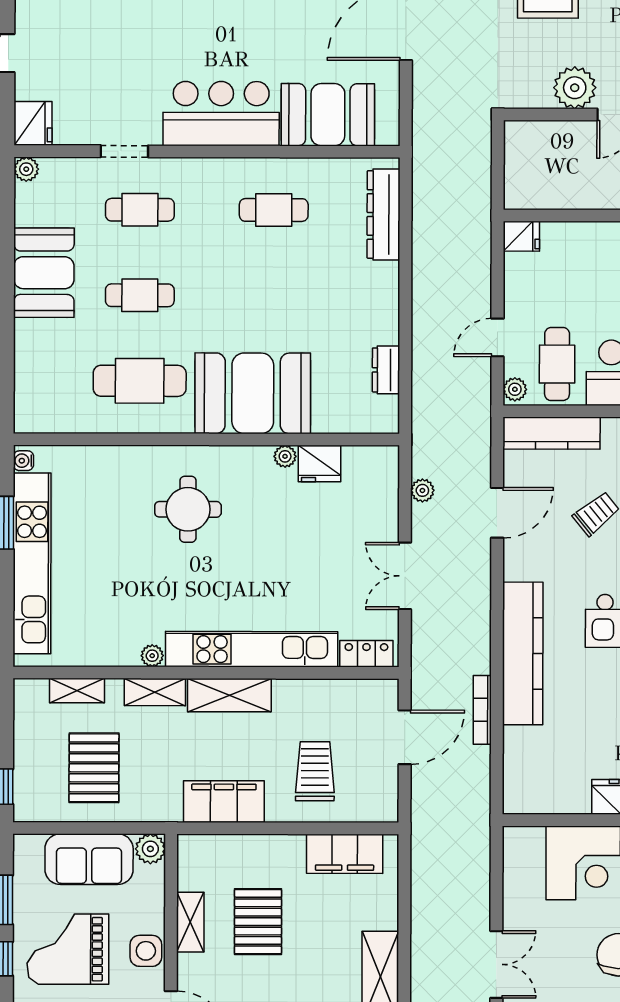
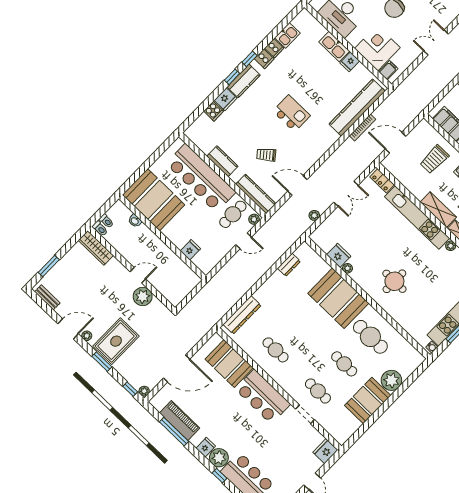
plant: (26, 169) -> (391, 380), moved, width x1.87, depth x1.87
fridge: (521, 236) -> (190, 250), moved, turned 90
kitchen counter: (523, 653) -> (357, 108), moved
filing cabinet: (530, 844) -> (388, 70), added

